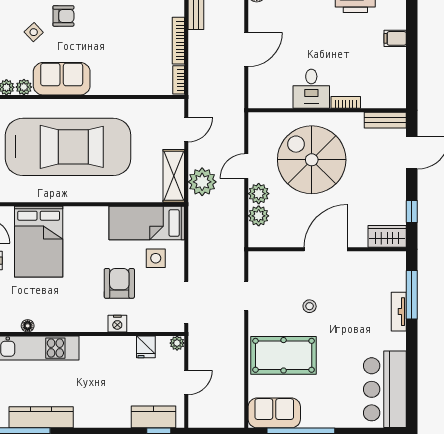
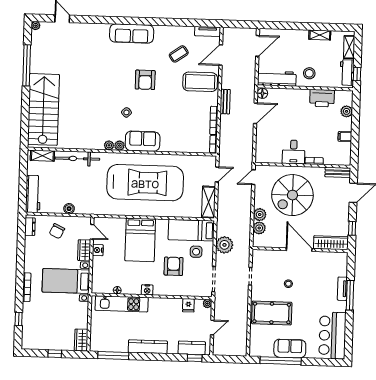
armchair: (63, 16) -> (145, 103), removed
plant: (397, 19) -> (347, 111), added
filing cabinet: (395, 38) -> (345, 137), moved
door: (246, 49) -> (255, 113), moved
spiral stairs: (312, 160) -> (292, 195), turned -90
door: (246, 166) -> (253, 177), moved
plant: (202, 182) -> (224, 245), moved
wardrobe: (387, 236) -> (331, 243), width x1.50
bed: (39, 242) -> (140, 240), moved
door: (326, 249) -> (299, 250), hinge flipped
window: (412, 295) -> (350, 295), moved
nightstand: (117, 324) -> (147, 290), moved
sofa: (274, 413) -> (290, 348), moved
kitchen counter: (41, 417) -> (148, 347), moved

